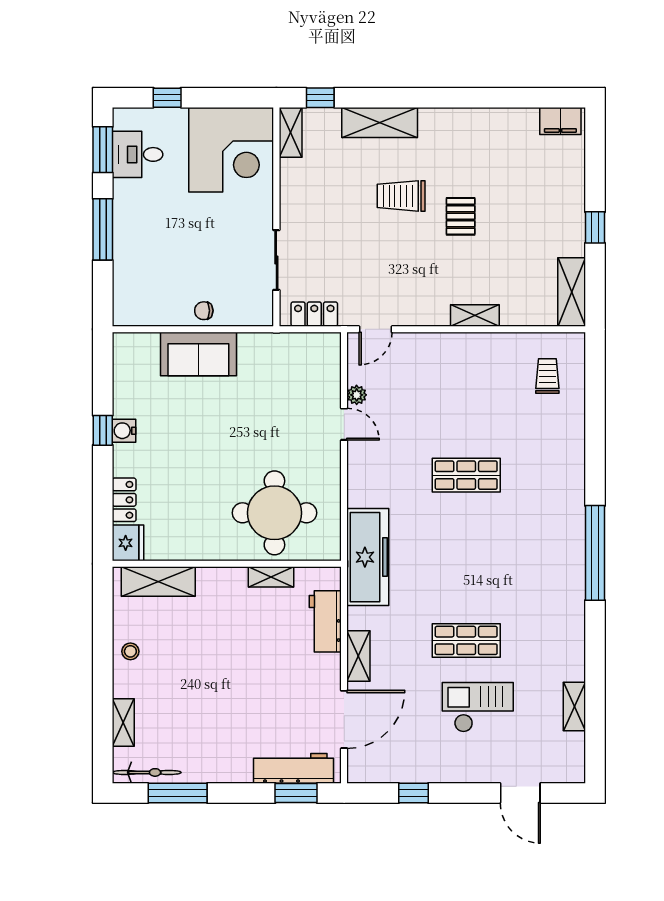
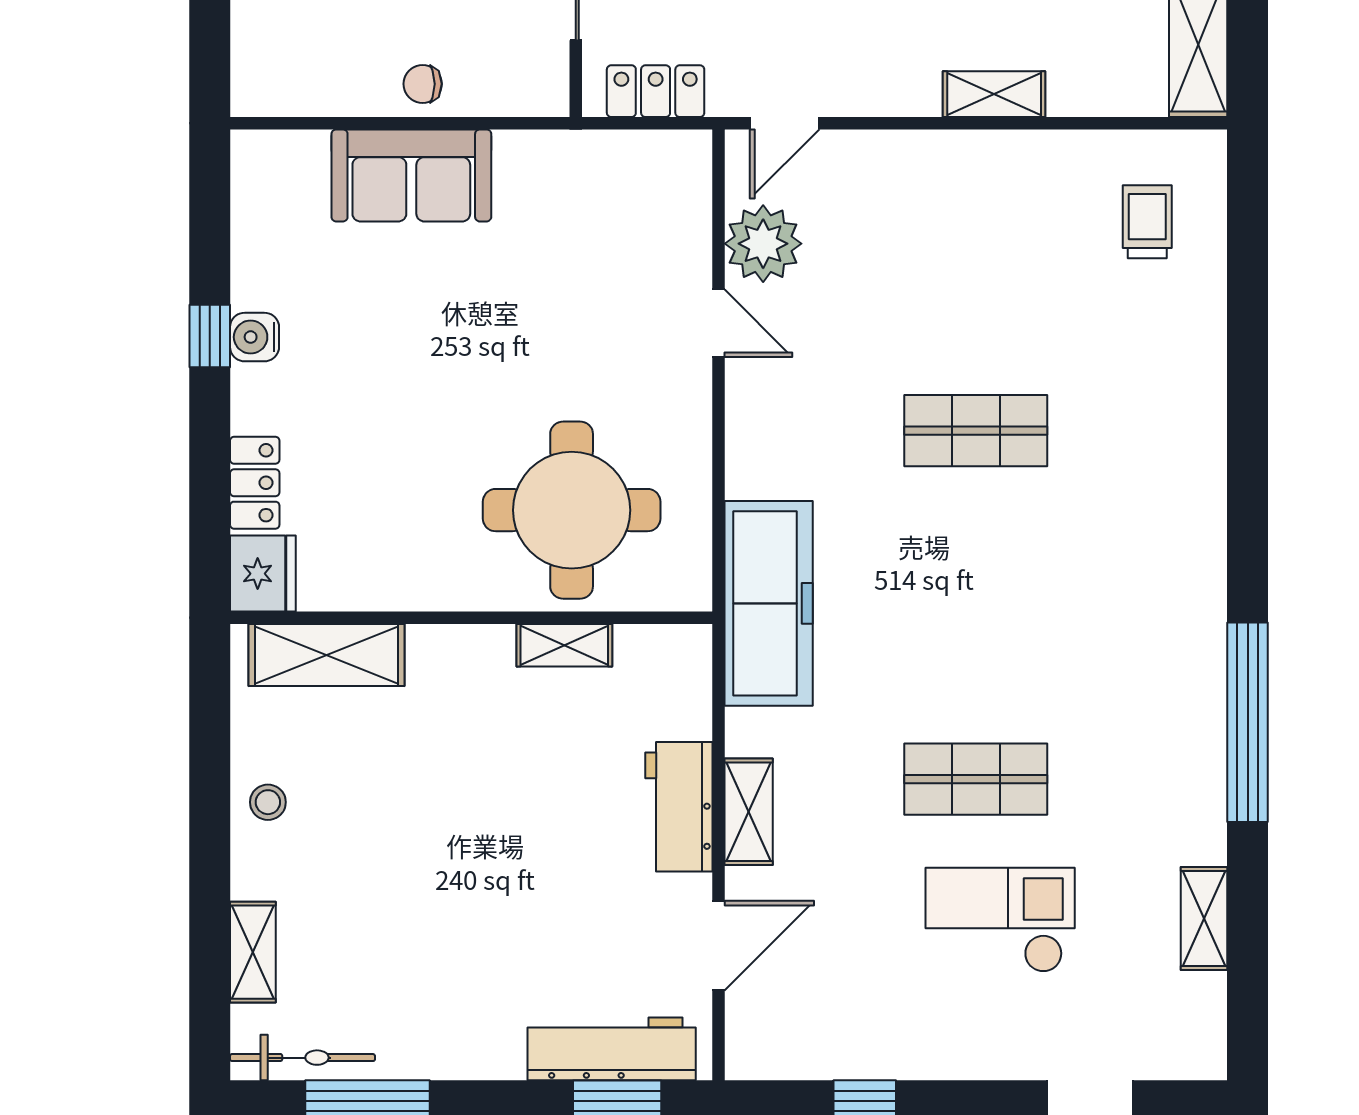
plant: (357, 395) -> (763, 244), width x1.87, depth x1.87
window: (595, 553) -> (1248, 722), moved
workbench: (325, 621) -> (679, 807), moved
door: (344, 719) -> (718, 946), width x0.73

